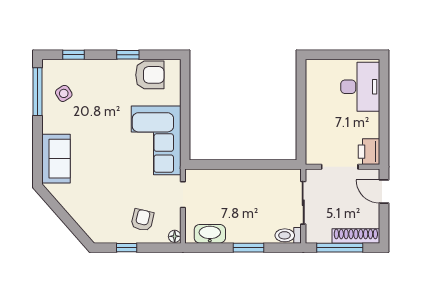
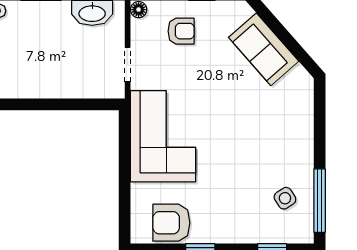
sofa: (56, 159) -> (264, 49), moved, turned -41
armchair: (142, 220) -> (181, 31), turned -103

